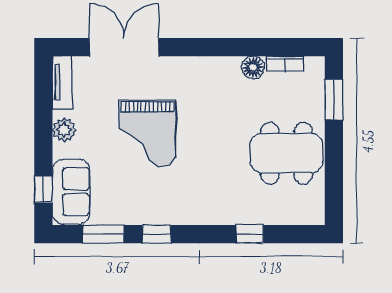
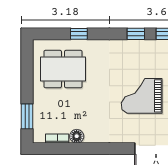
grand piano: (147, 133) -> (142, 96), turned -90
dining table: (286, 153) -> (63, 69), moved

